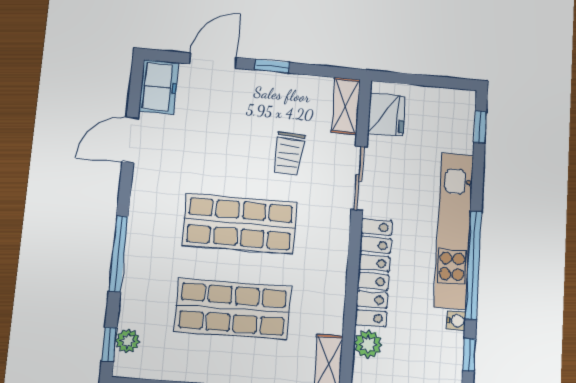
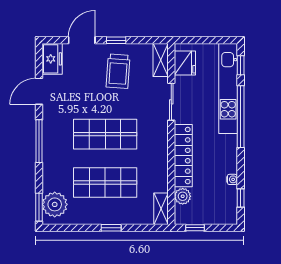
trolley: (289, 154) -> (118, 71), moved, width x1.36, depth x1.39
kitchen unit: (454, 231) -> (228, 88), moved
window: (118, 254) -> (39, 141), moved
window: (473, 265) -> (241, 117), moved
plant: (128, 341) -> (55, 204), width x1.87, depth x1.87
window: (109, 344) -> (39, 207), width x1.50

